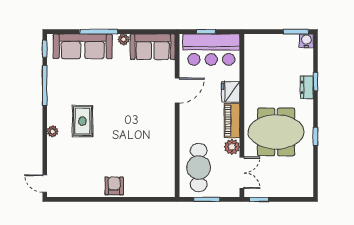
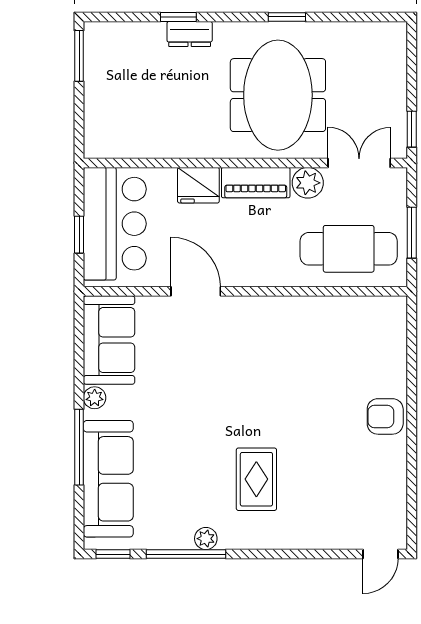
water cooler: (306, 41) -> (97, 35), removed
rug: (82, 121) -> (256, 479), turned 90
plant: (53, 131) -> (206, 539), moved

